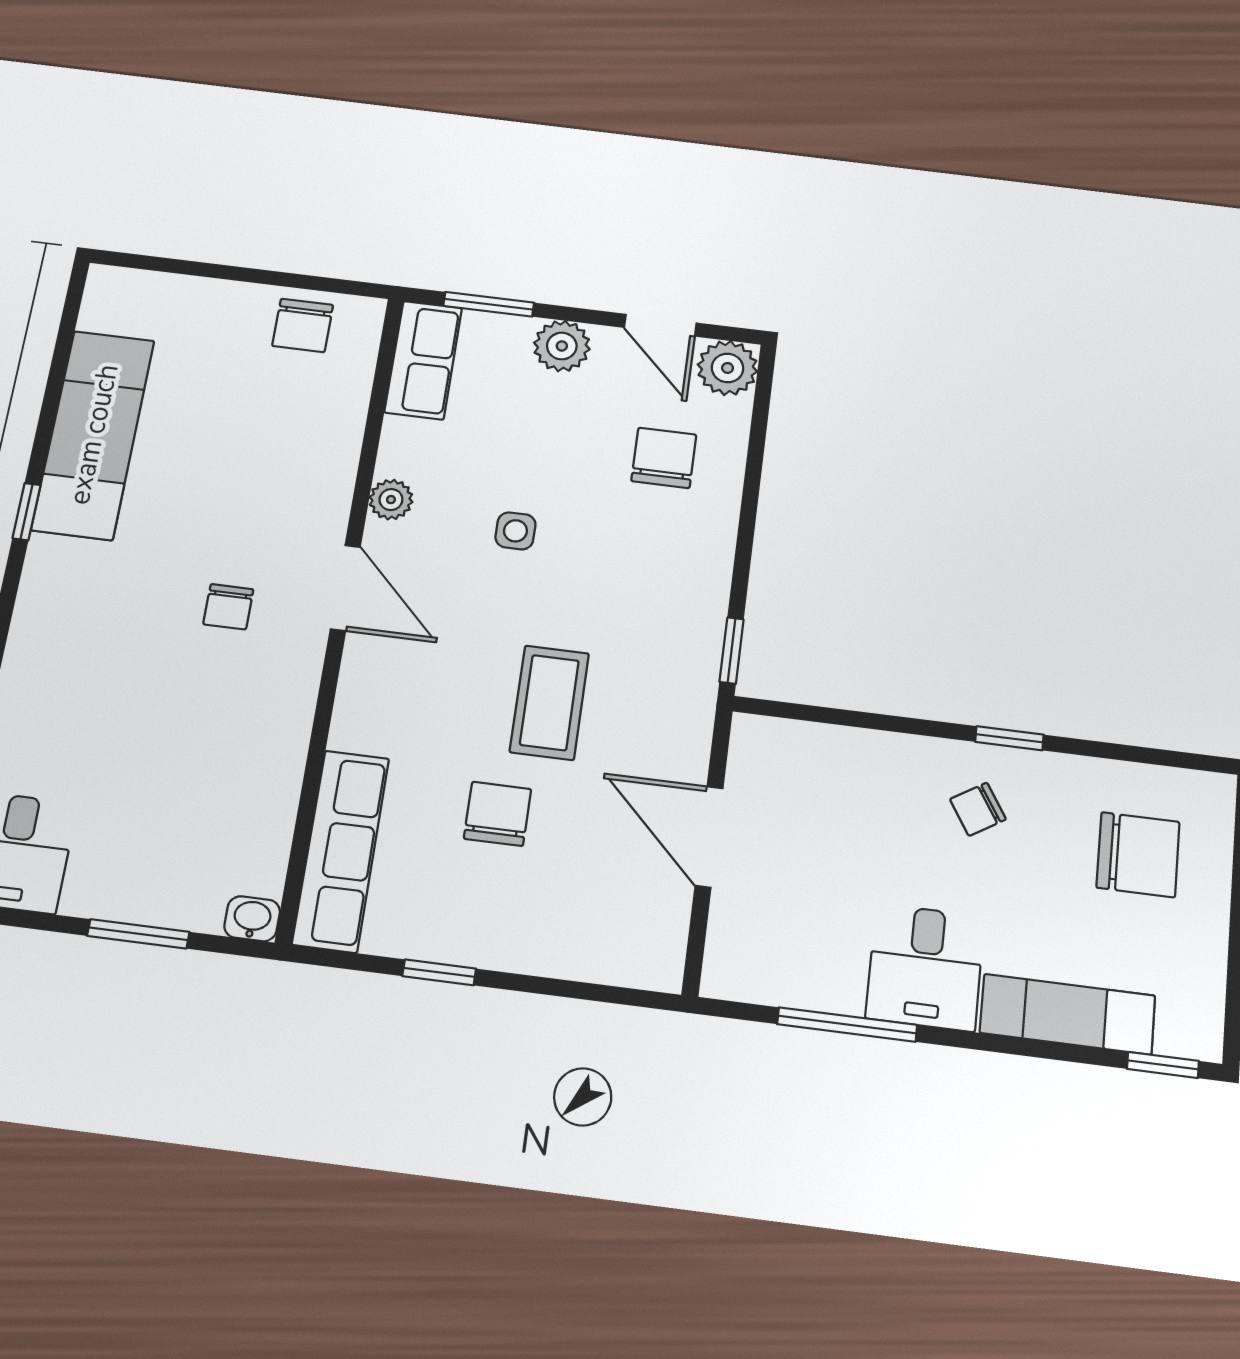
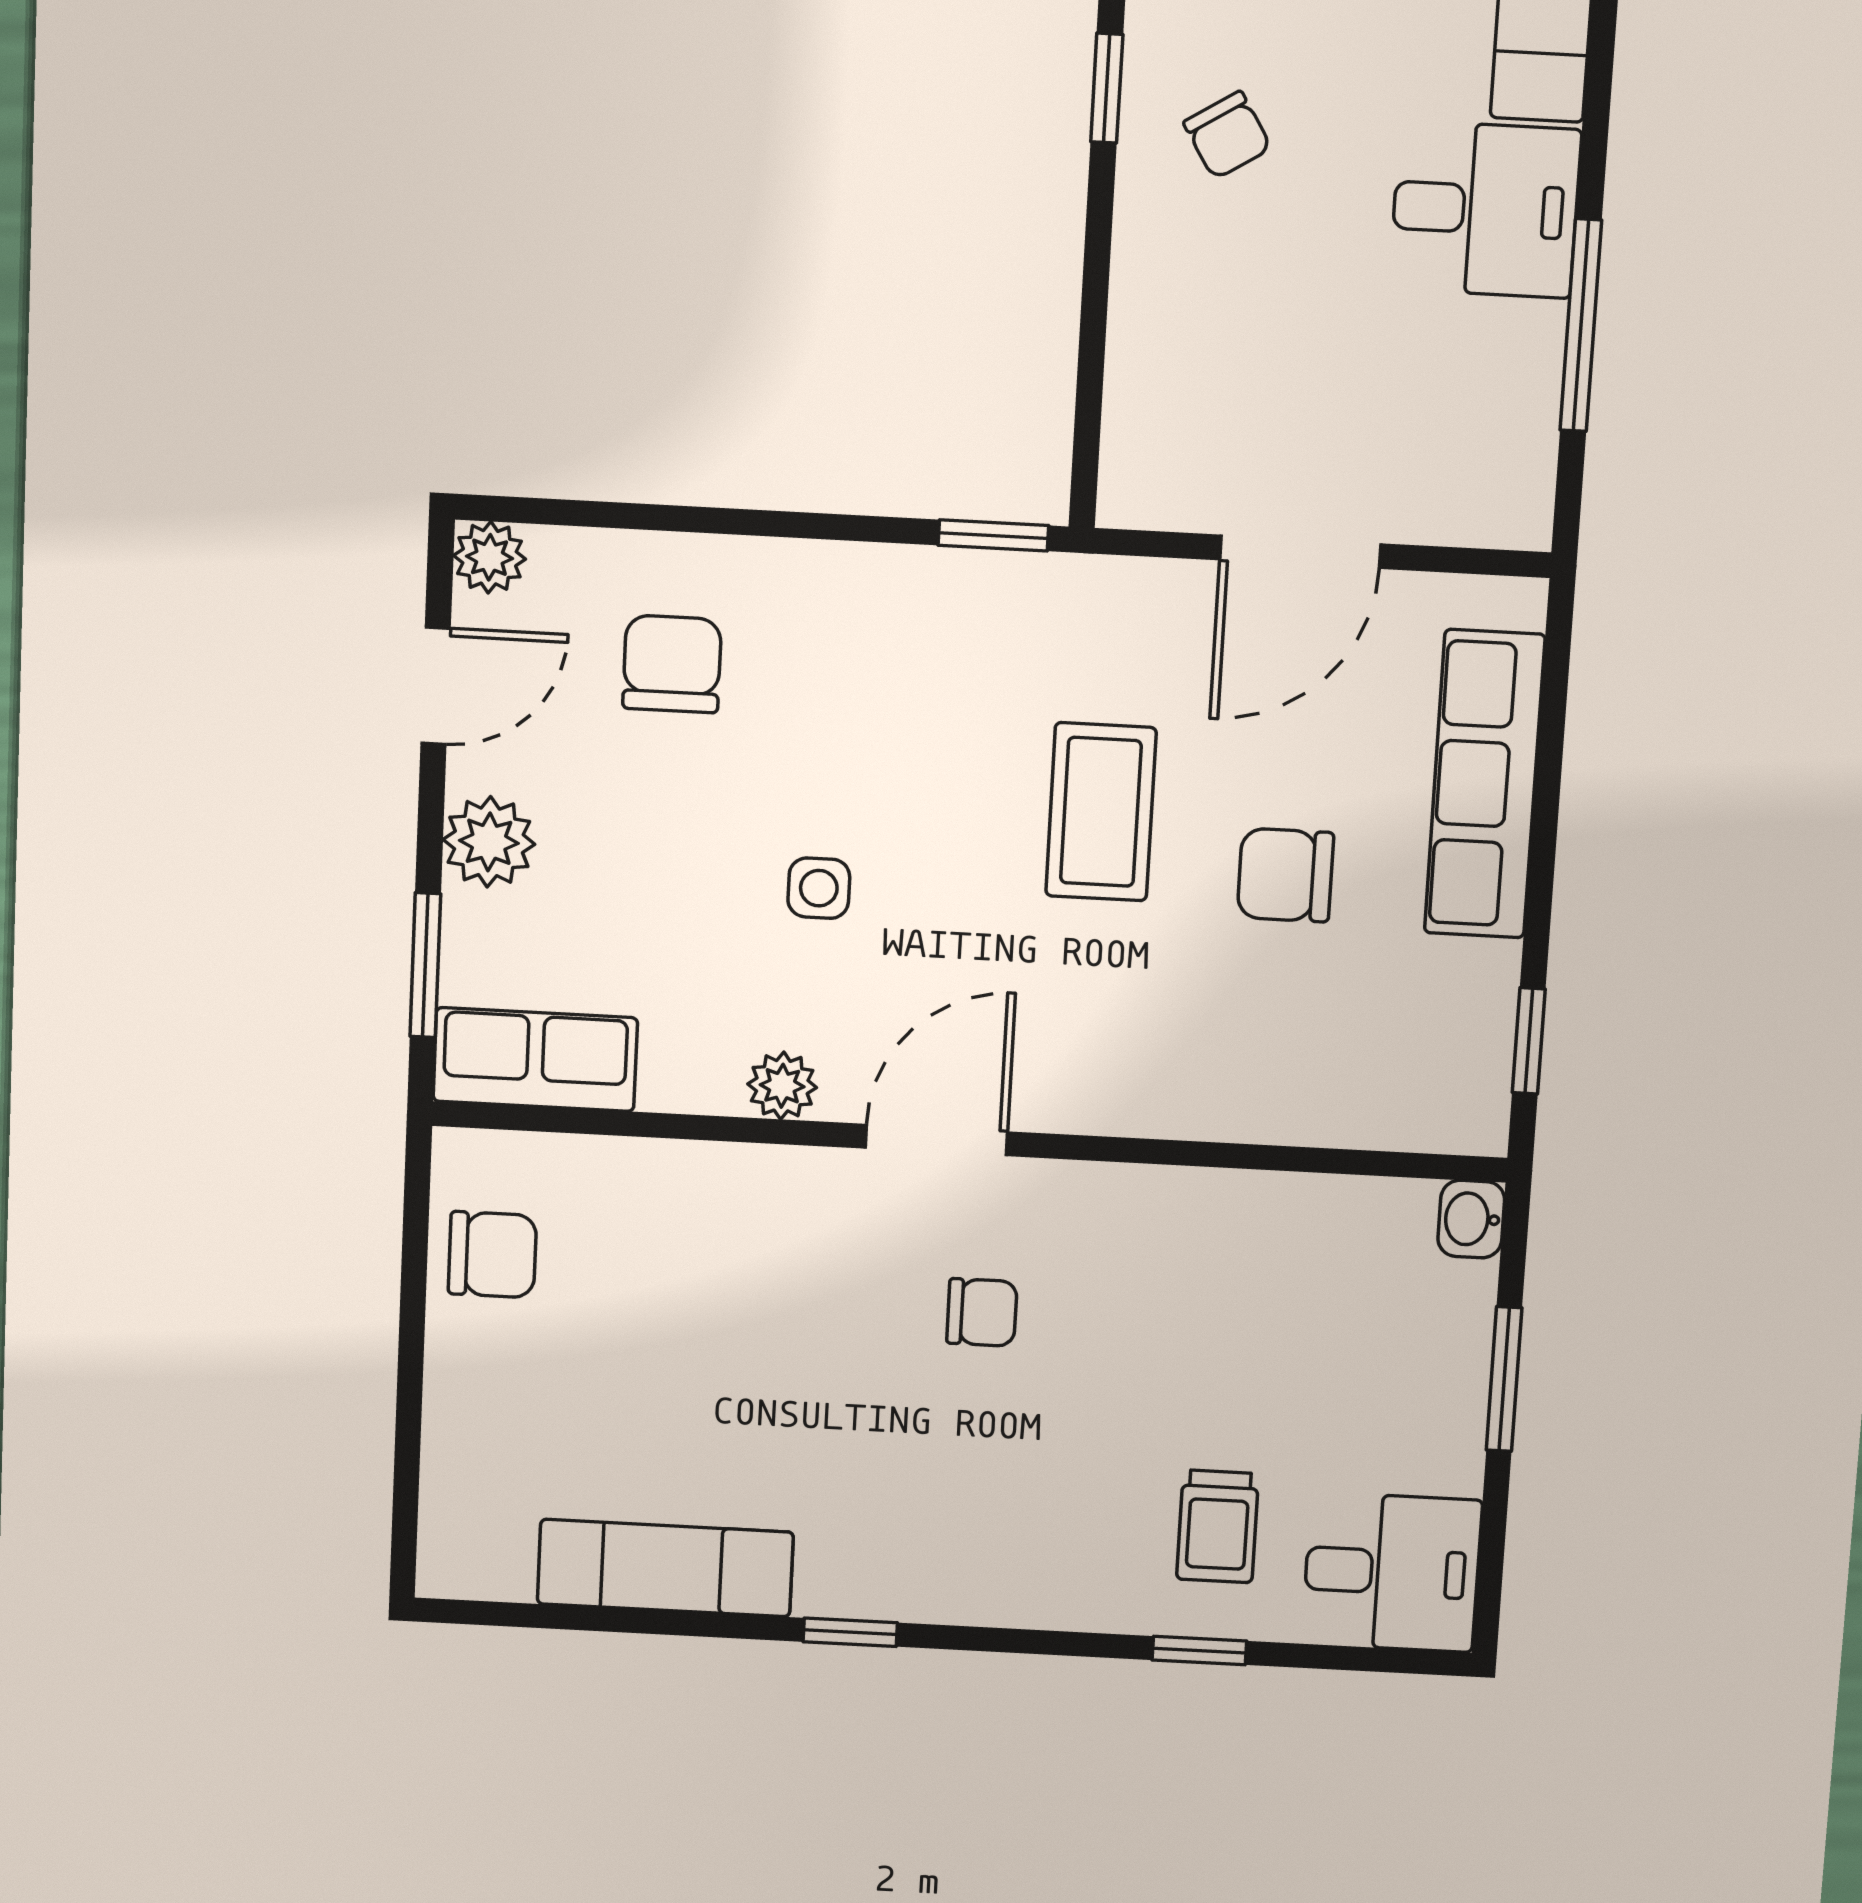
plant: (728, 368) -> (490, 557), width x0.73, depth x0.73
exam couch: (93, 434) -> (665, 1568), width x0.73, depth x0.69
chair: (664, 458) -> (672, 664), turned 90
coffee table: (549, 703) -> (1101, 812), turned 90
trolley: (63, 742) -> (1218, 1526), added
row of seats: (341, 851) -> (1485, 784), moved, turned -90
window: (439, 972) -> (1529, 1041), moved

